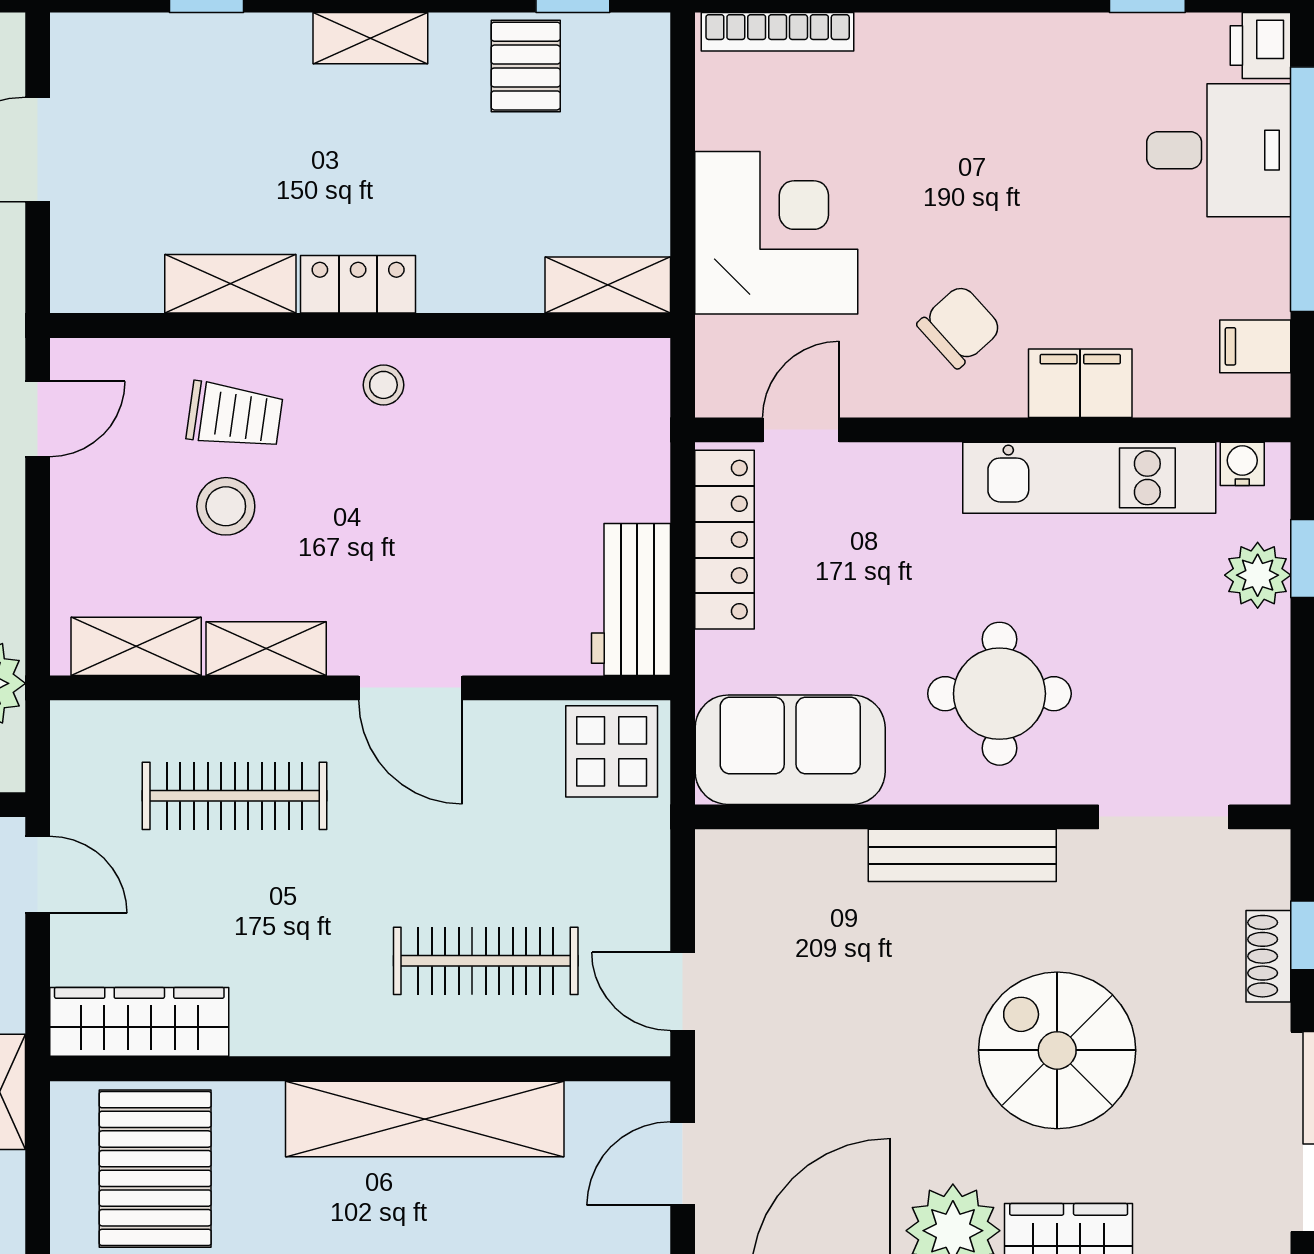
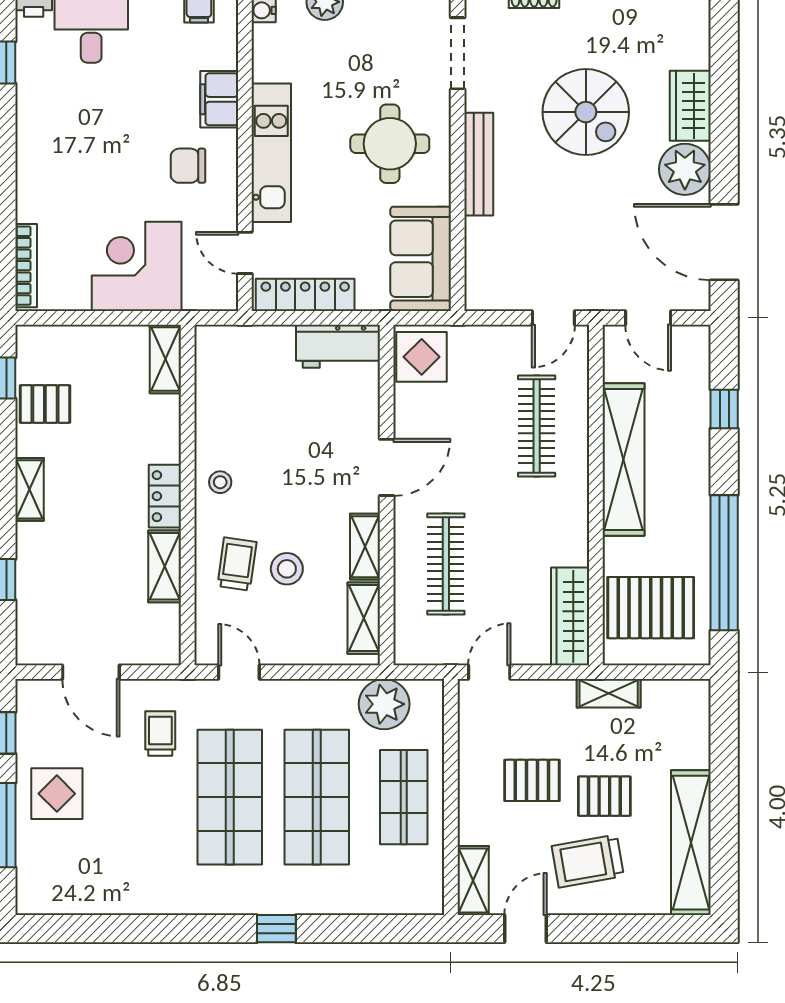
chair: (960, 326) -> (188, 166), turned -48
kitchen unit: (1089, 478) -> (271, 153), moved
spiral stairs: (1057, 1050) -> (586, 112), turned -90

